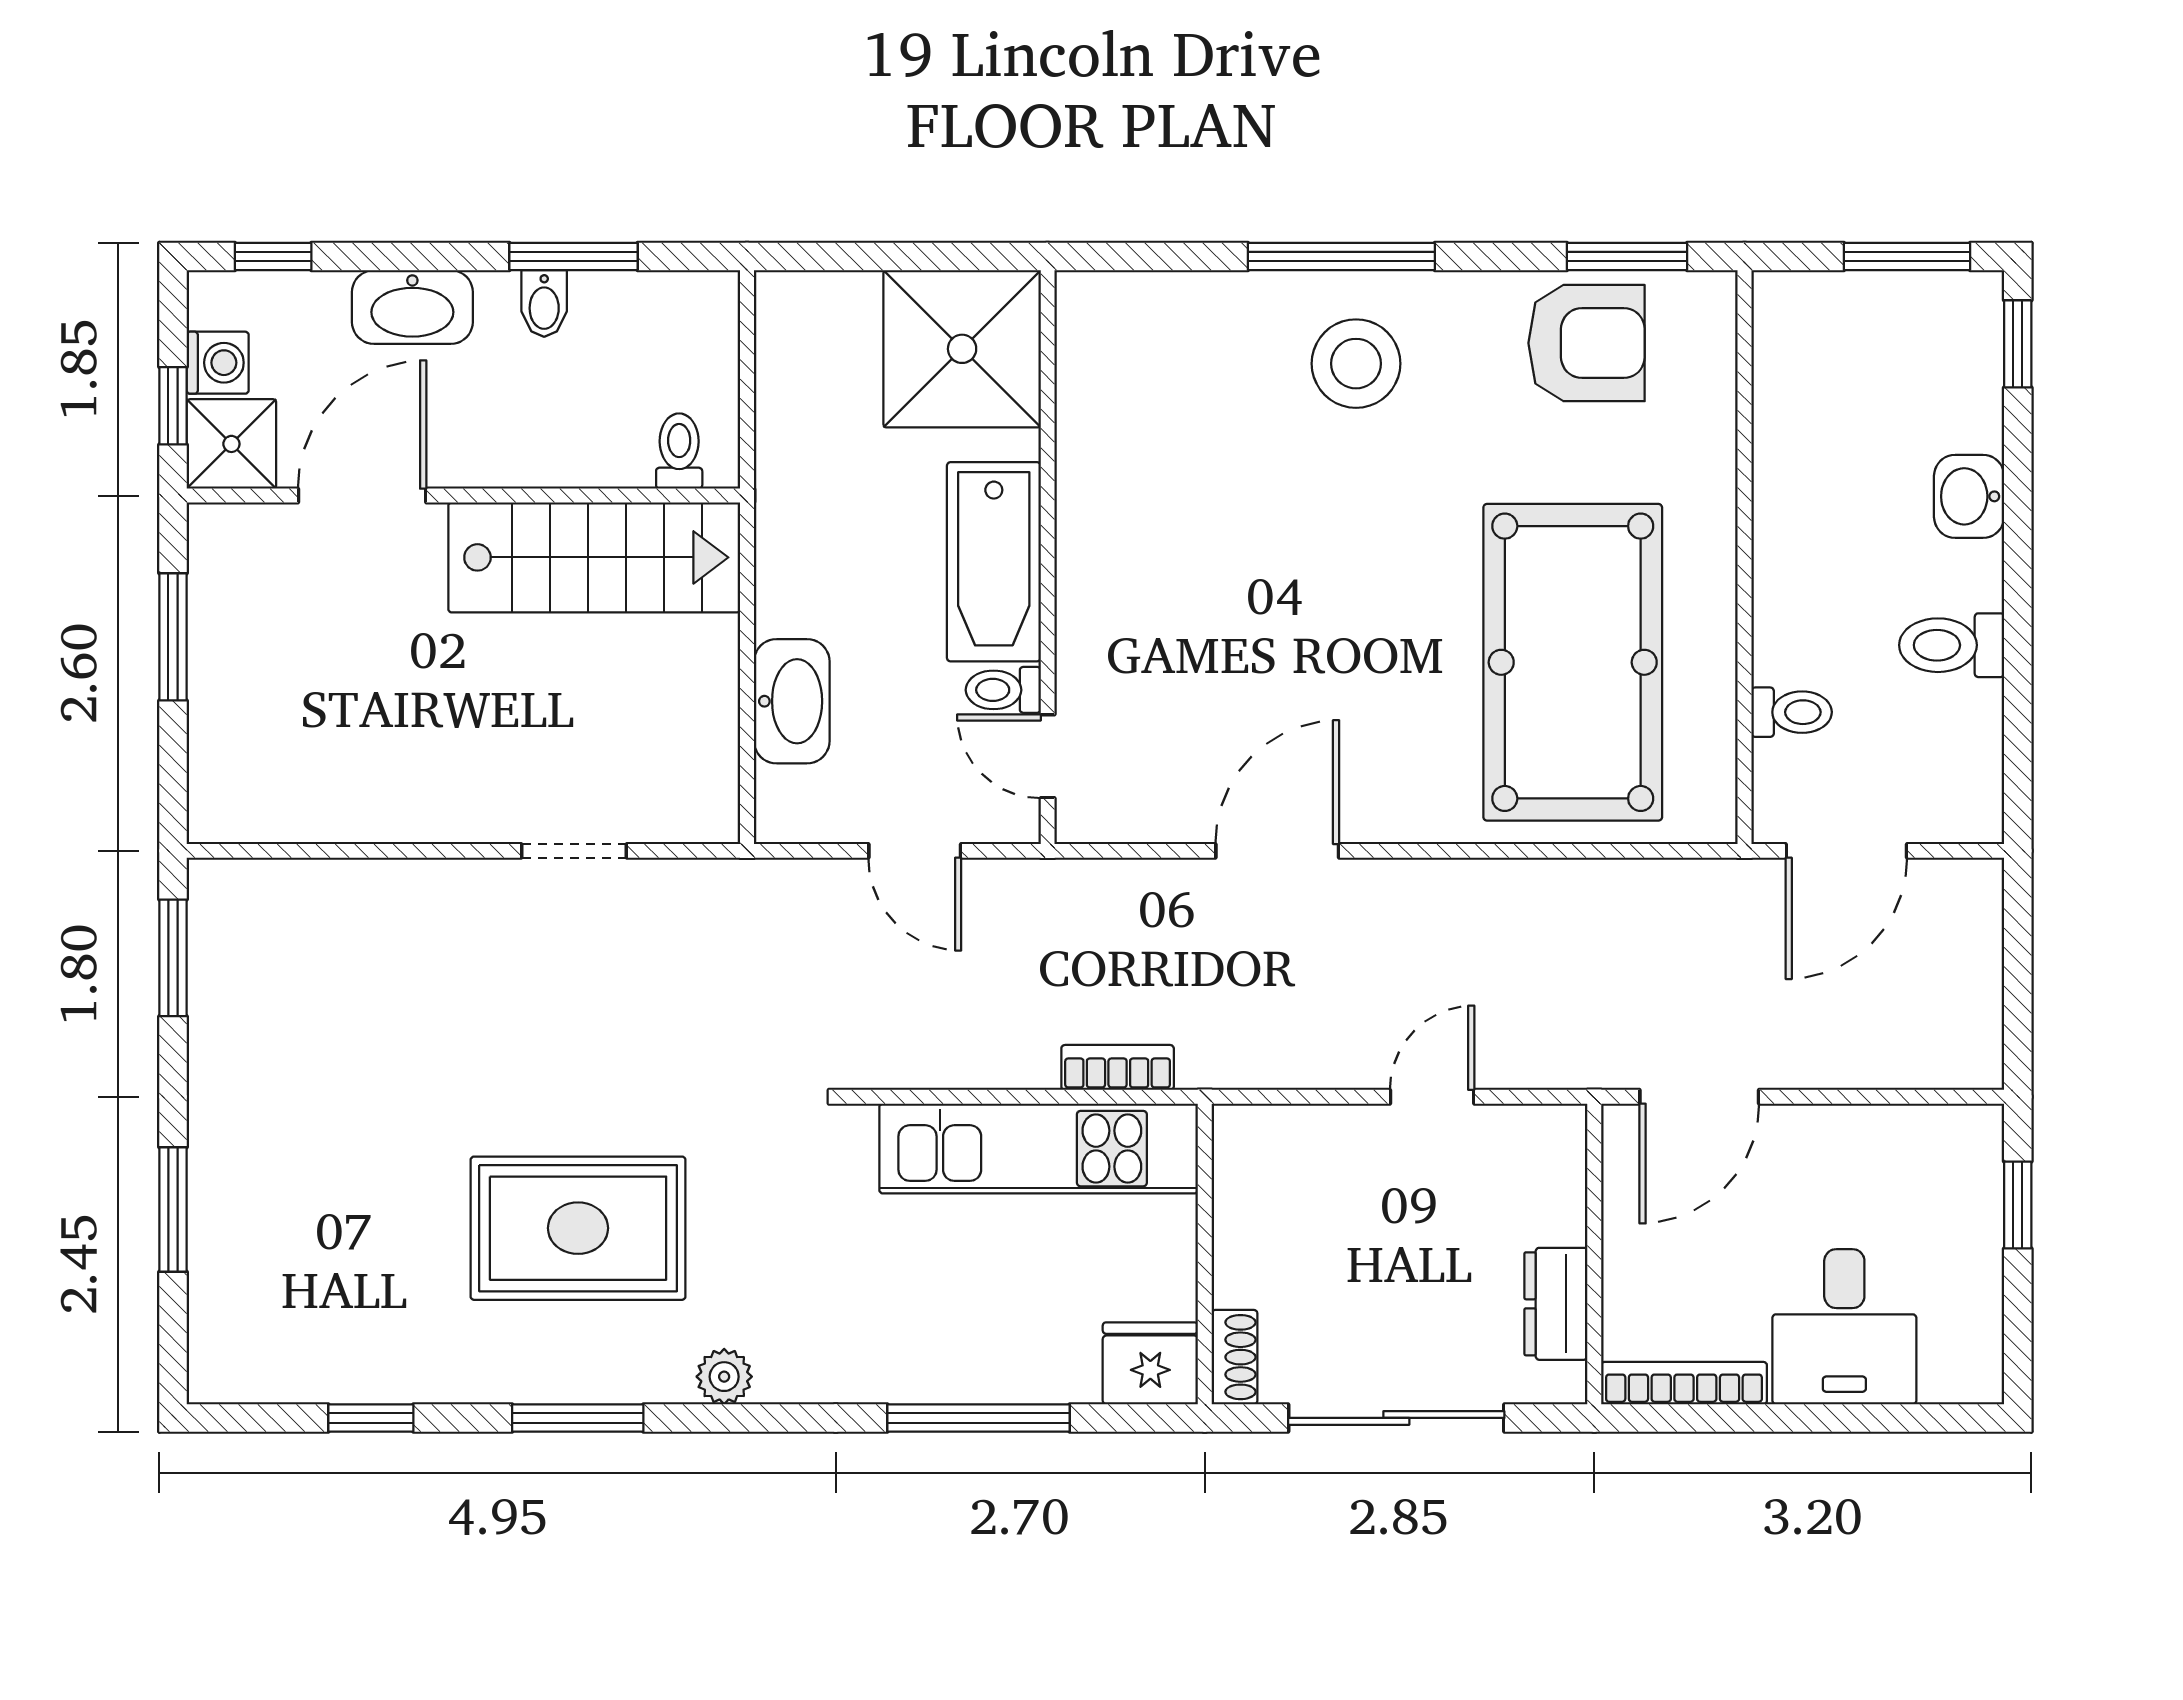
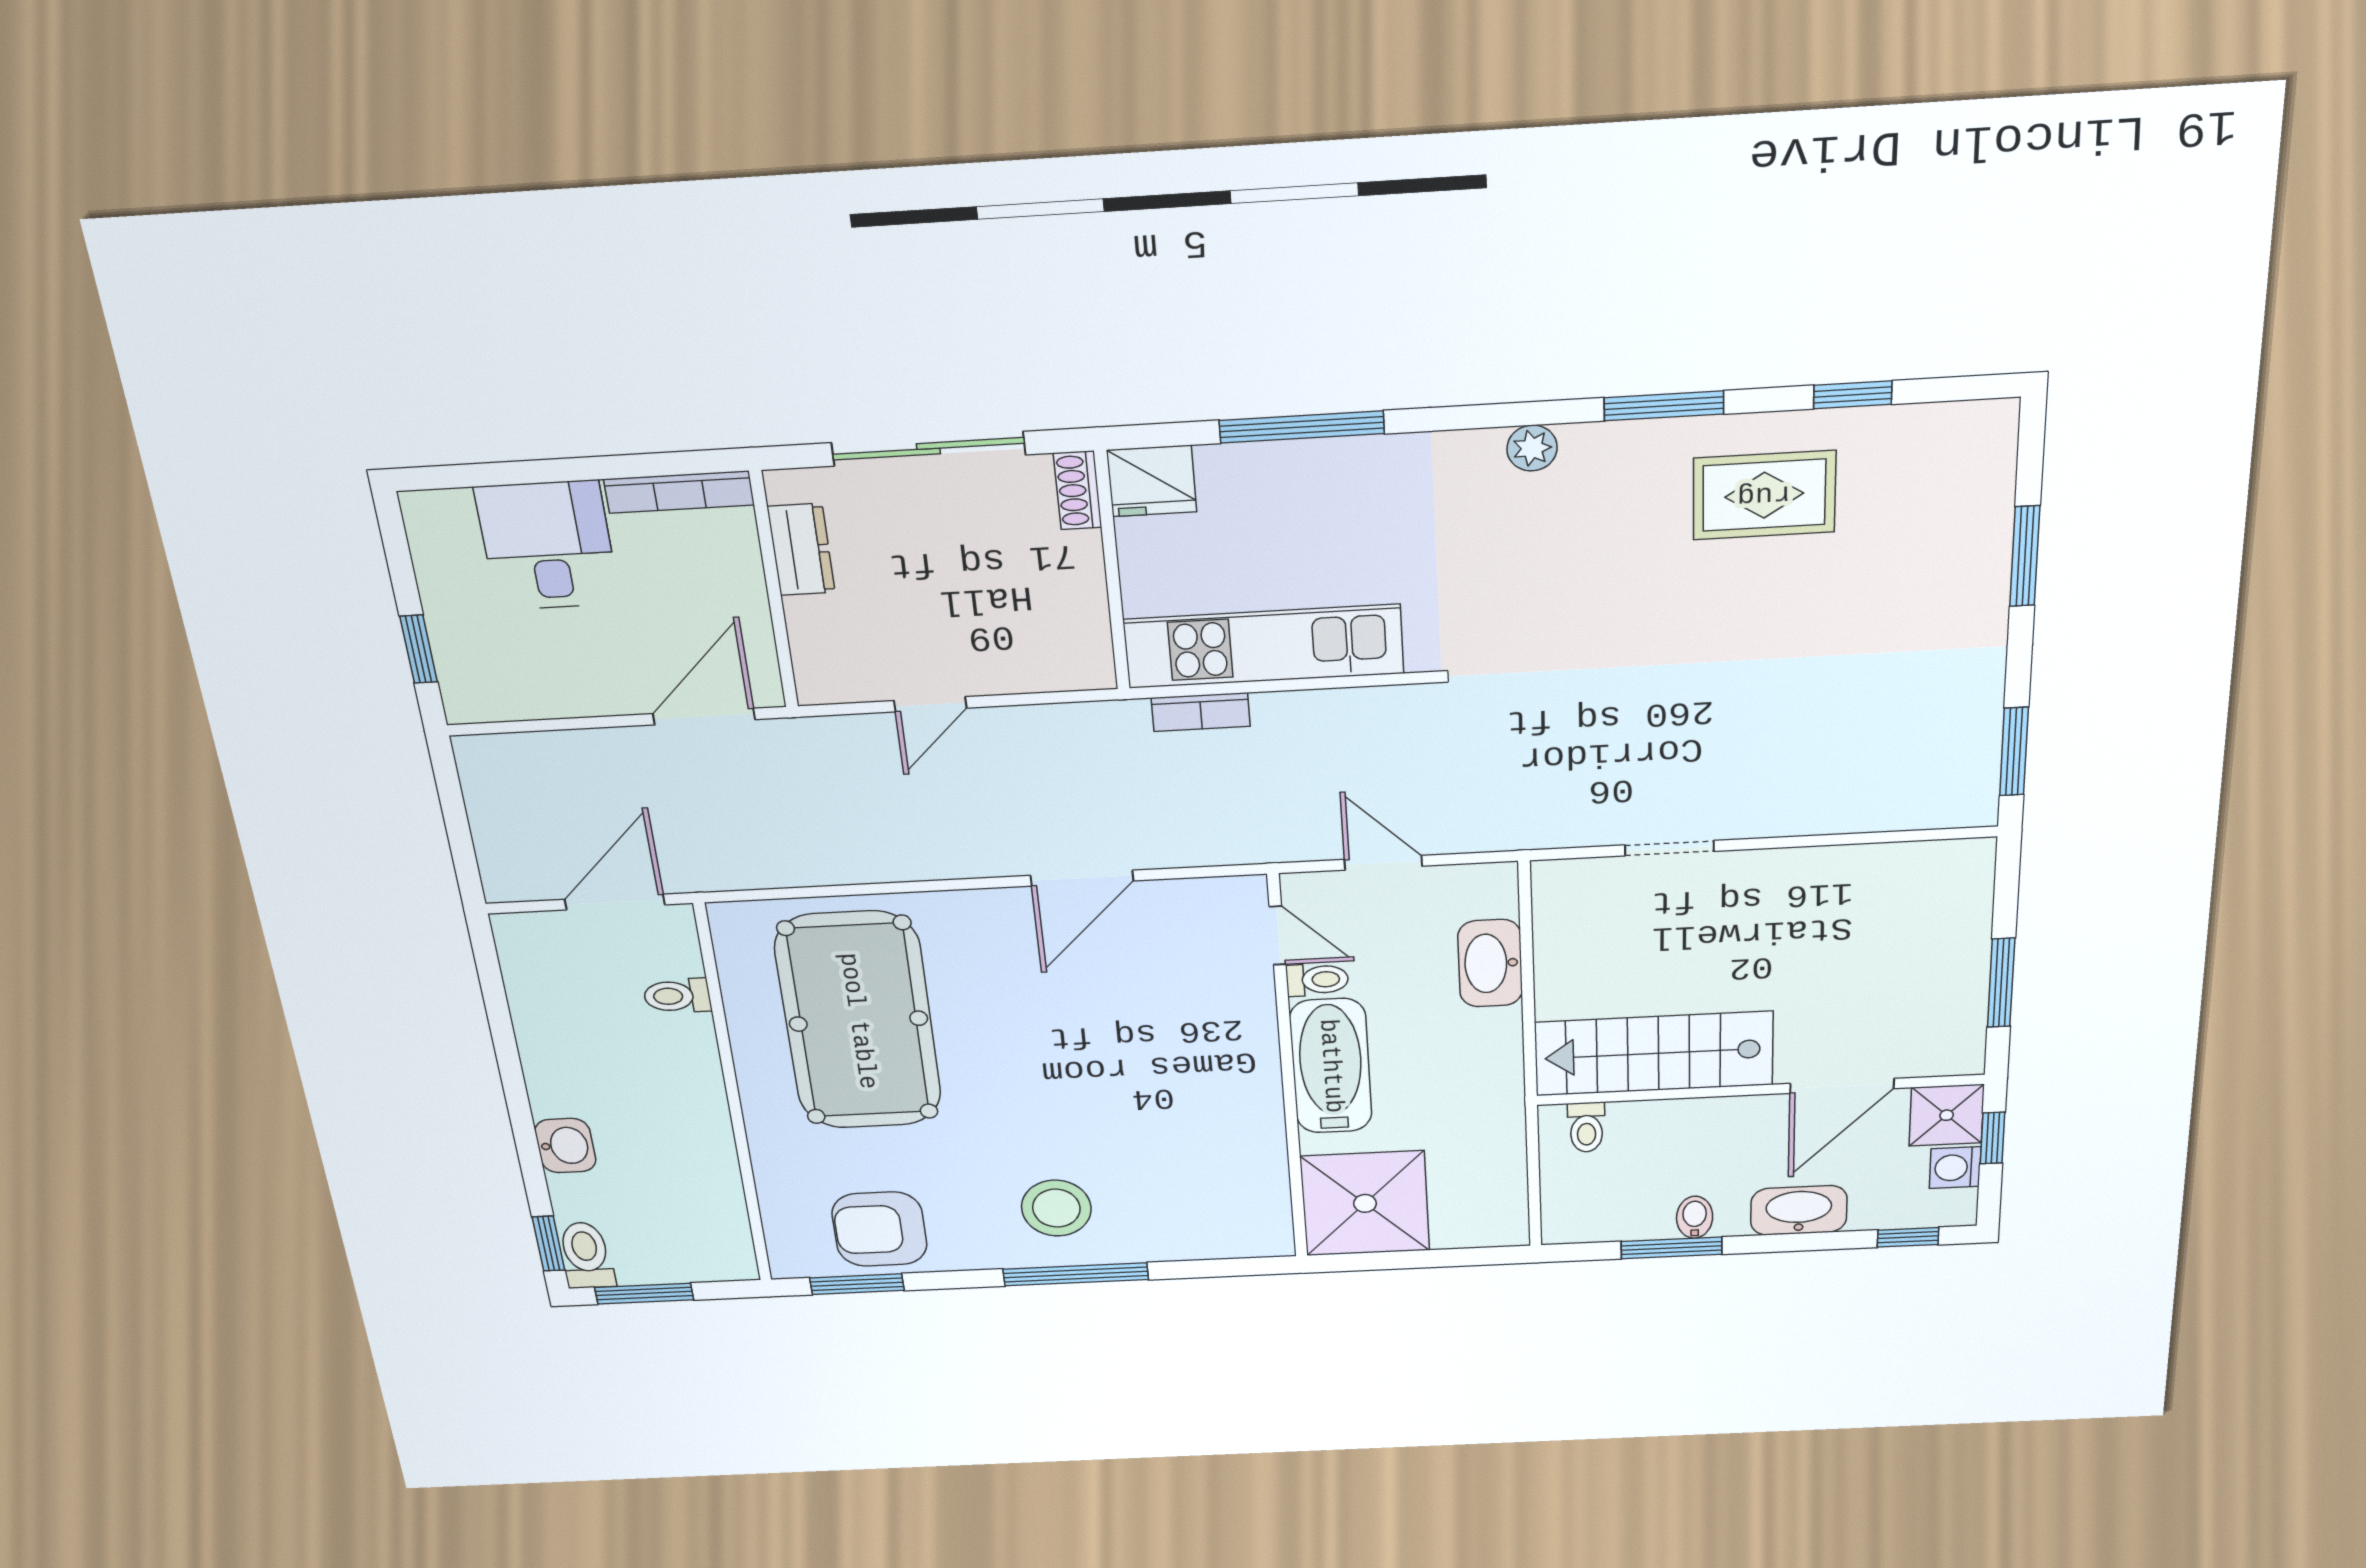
toilet: (1952, 645) -> (586, 1255), moved, turned -90
rug: (578, 1228) -> (1764, 495), moved, width x0.73, depth x0.70

